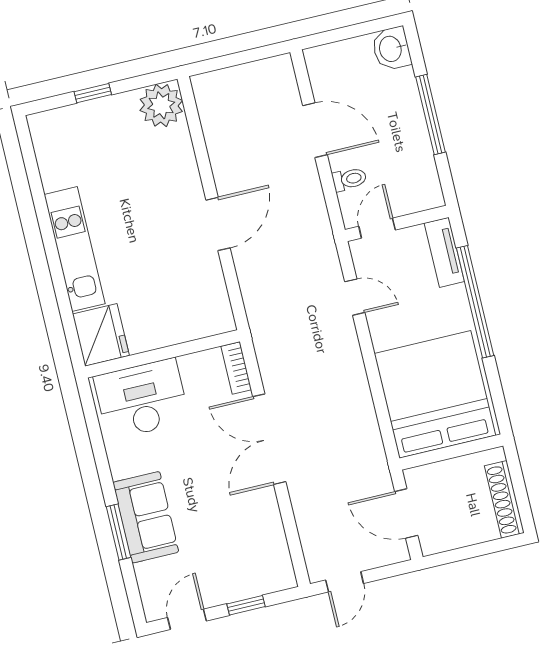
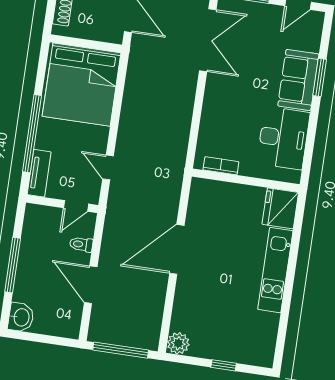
window: (239, 58) -> (121, 350), added
plant: (161, 105) -> (178, 343), width x0.73, depth x0.73
door: (218, 224) -> (177, 249), width x1.36
bookcase: (236, 368) -> (221, 166), moved, turned -90
desk: (142, 399) -> (283, 138), moved, turned -90
double door: (269, 439) -> (208, 40), moved

